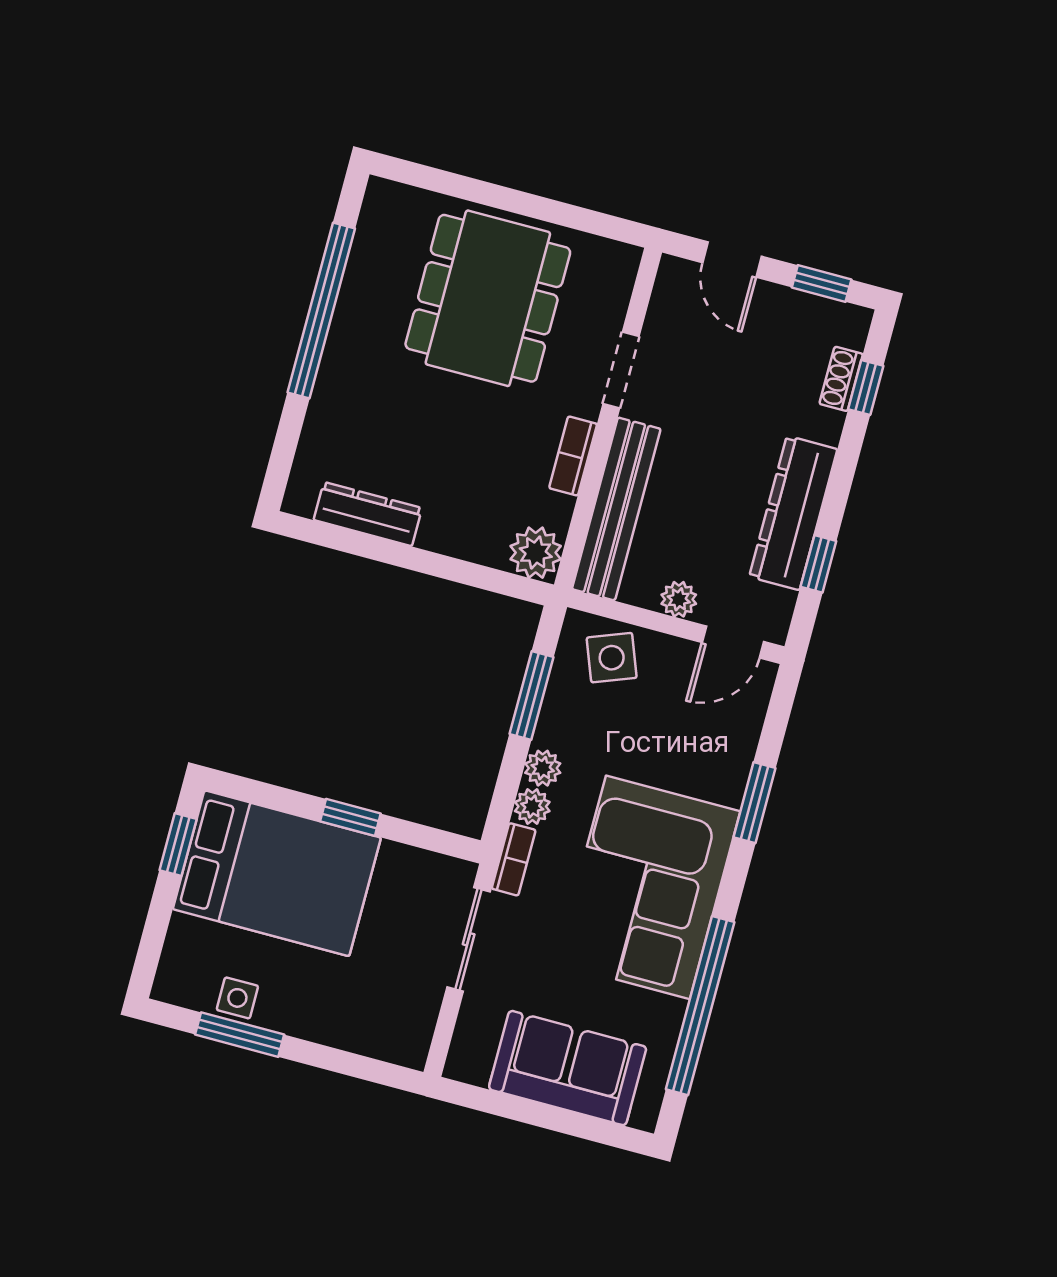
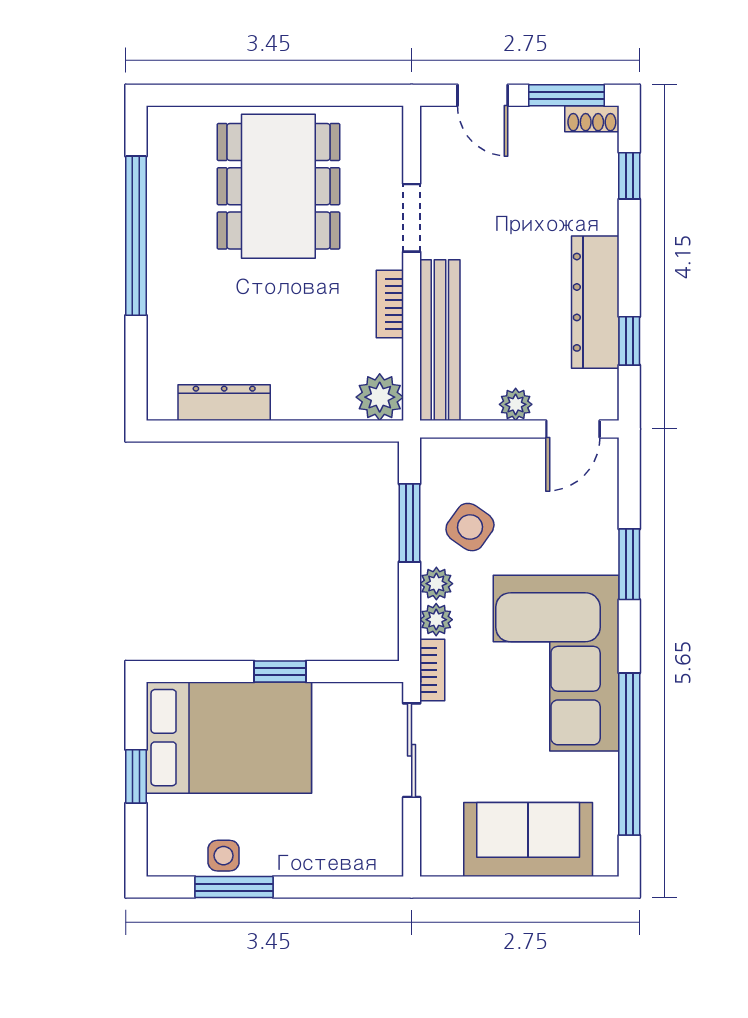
window: (822, 283) -> (566, 95), width x1.50
shoe rack: (841, 379) -> (592, 119), moved, turned -90
side table: (612, 658) -> (470, 527), moved, turned -34
window: (178, 845) -> (136, 776), moved

